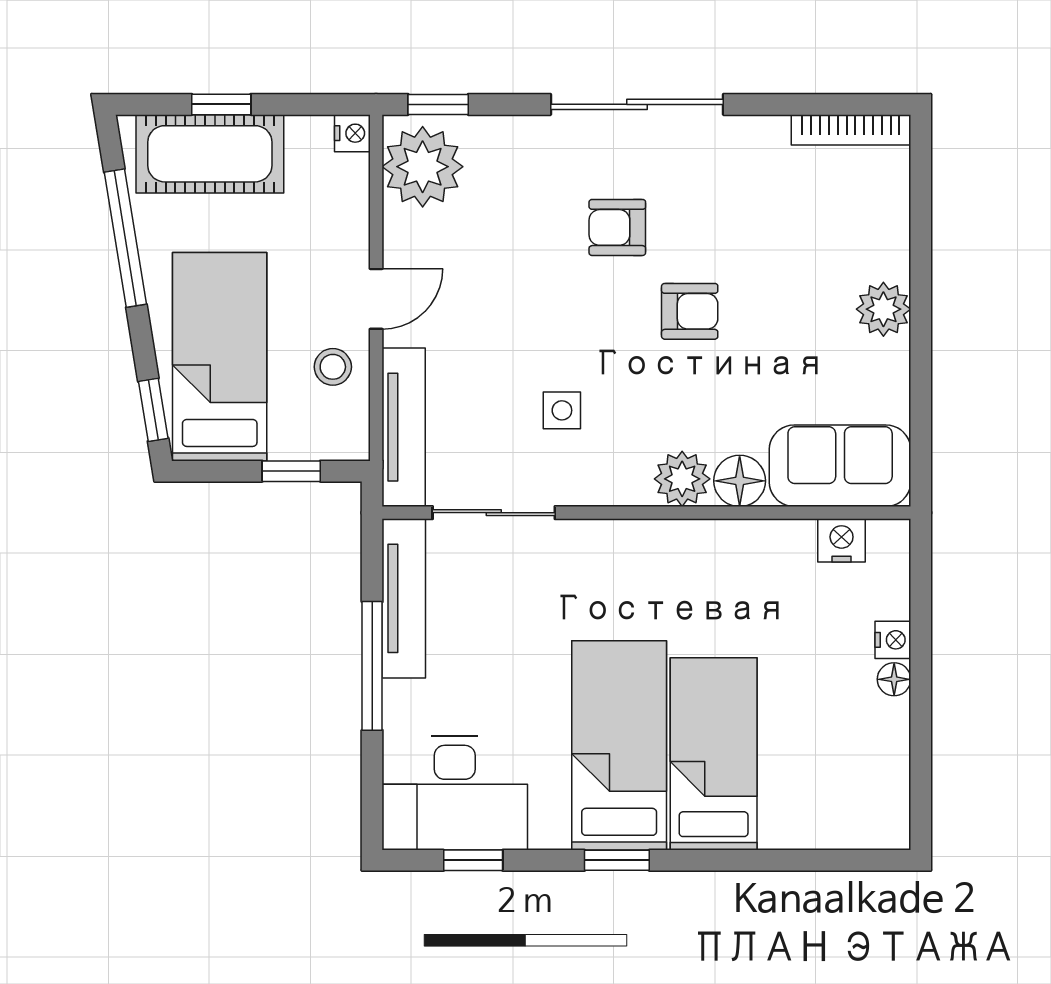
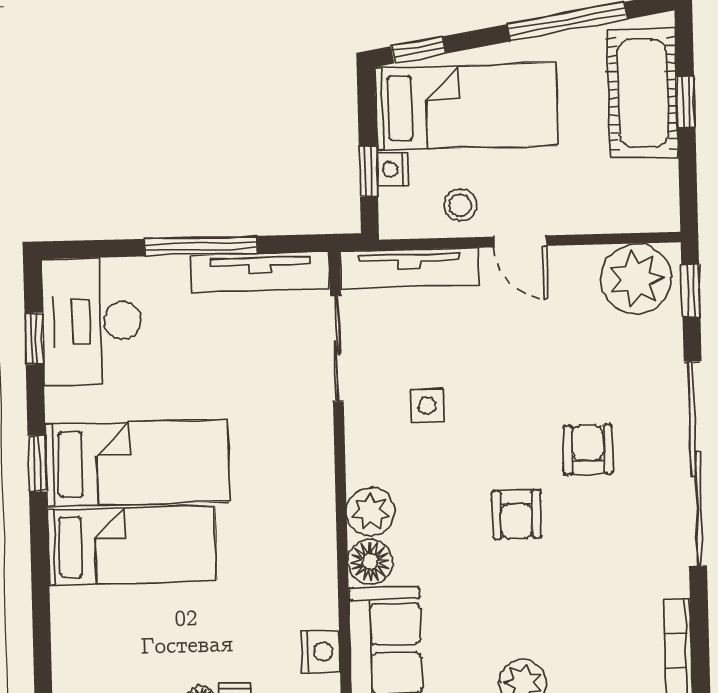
sliding door: (637, 104) -> (695, 464), width x1.36
nightstand: (352, 133) -> (392, 169), moved, turned 90

